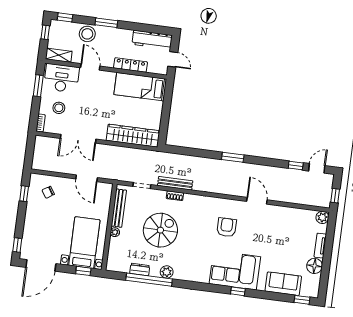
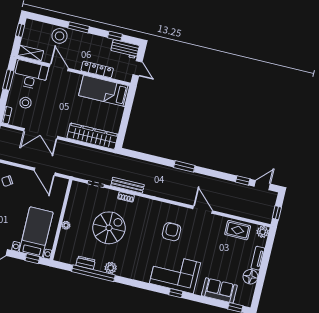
window: (65, 17) -> (115, 36), moved
workbench: (152, 40) -> (125, 49), width x0.73
bench: (119, 208) -> (72, 203), removed
rug: (296, 218) -> (238, 230), added

